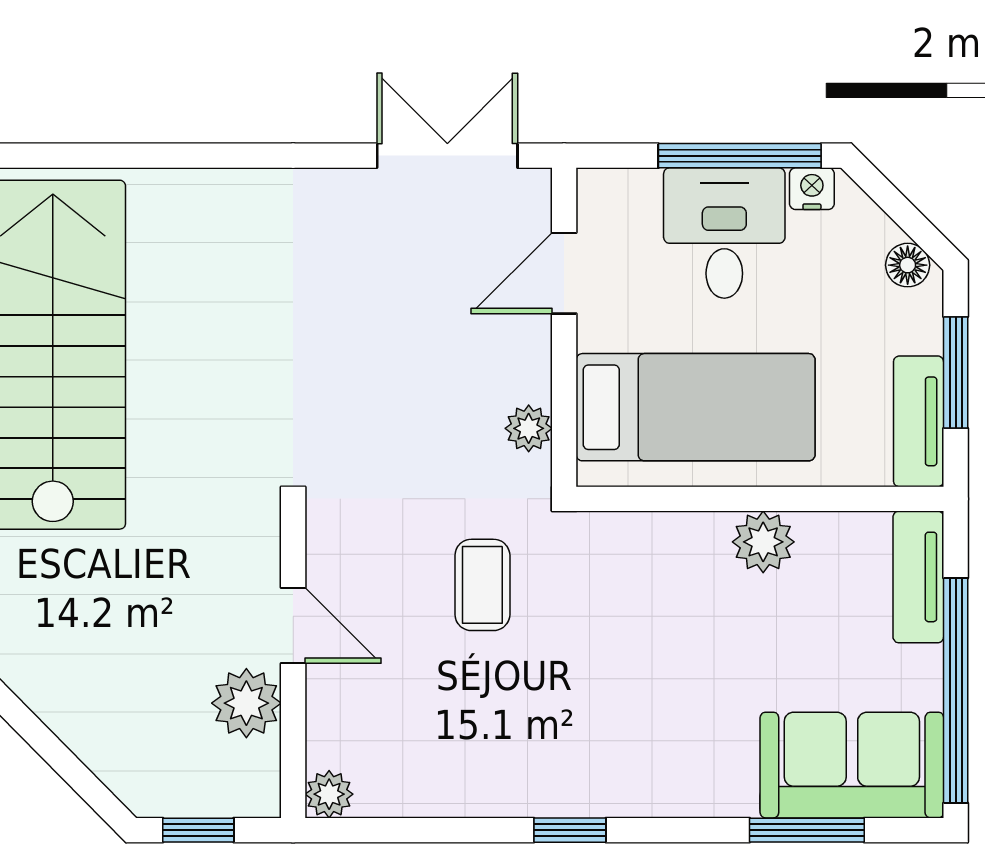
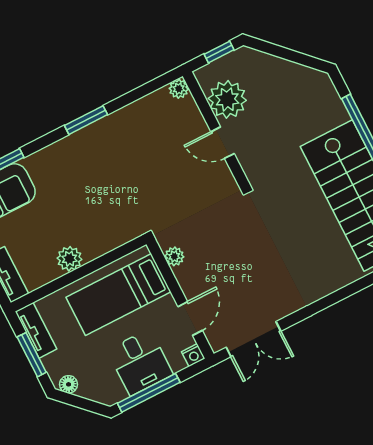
nightstand: (812, 189) -> (193, 355), moved
coffee table: (482, 585) -> (162, 192), removed
plant: (246, 703) -> (227, 99), width x1.36, depth x1.36
window: (570, 830) -> (86, 120), width x1.50

